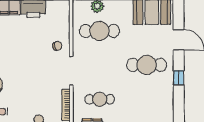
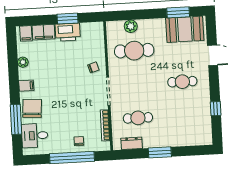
cafe table: (147, 65) -> (182, 82), width x0.73, depth x0.74
window: (179, 78) -> (216, 109), moved

